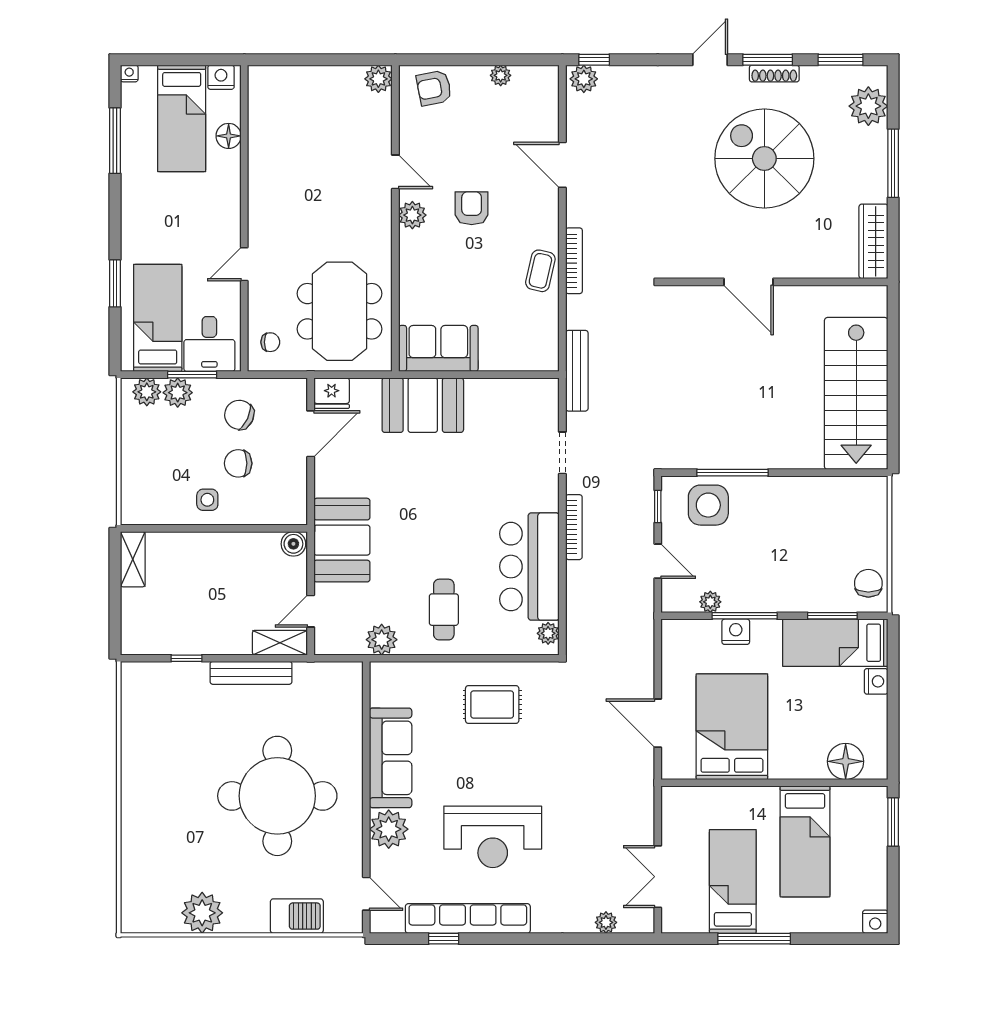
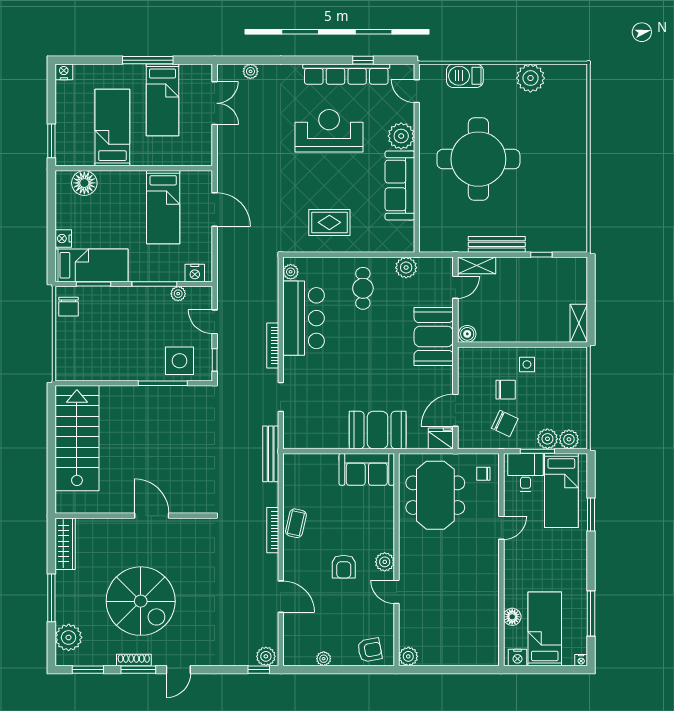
nightstand: (736, 632) -> (195, 273), moved
bed: (732, 727) -> (163, 207), width x0.67

